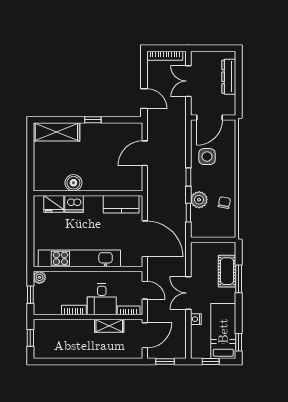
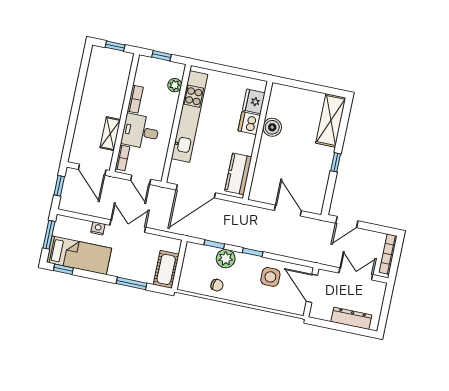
cot: (227, 271) -> (166, 269), moved, turned 90
plant: (39, 277) -> (175, 85), moved
door: (145, 290) -> (141, 180), hinge flipped
window: (211, 361) -> (49, 235), width x1.50

